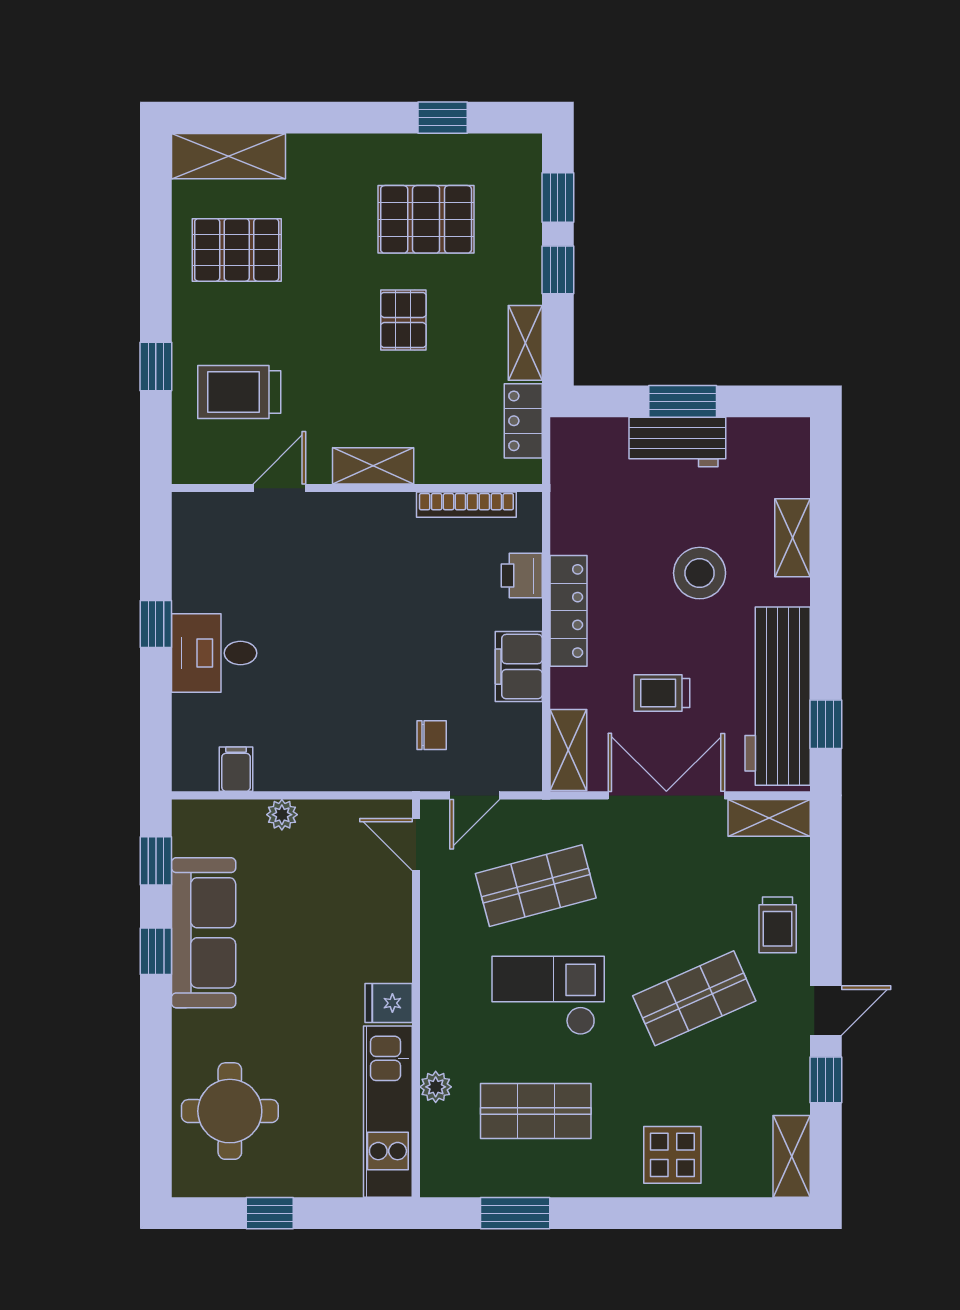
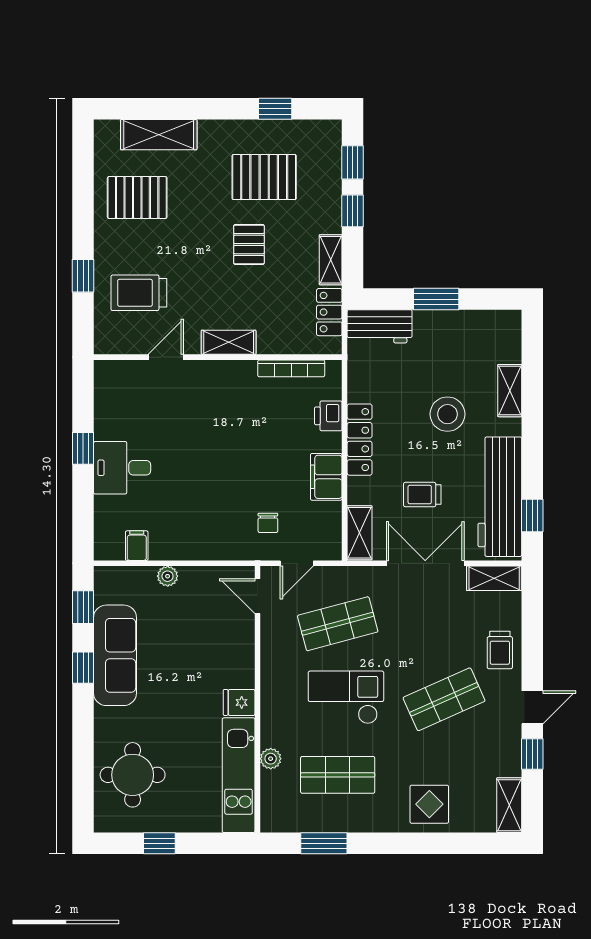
shelving: (228, 156) -> (159, 135), moved
workbench: (677, 442) -> (380, 326), moved
chair: (432, 735) -> (268, 523), turned 90

